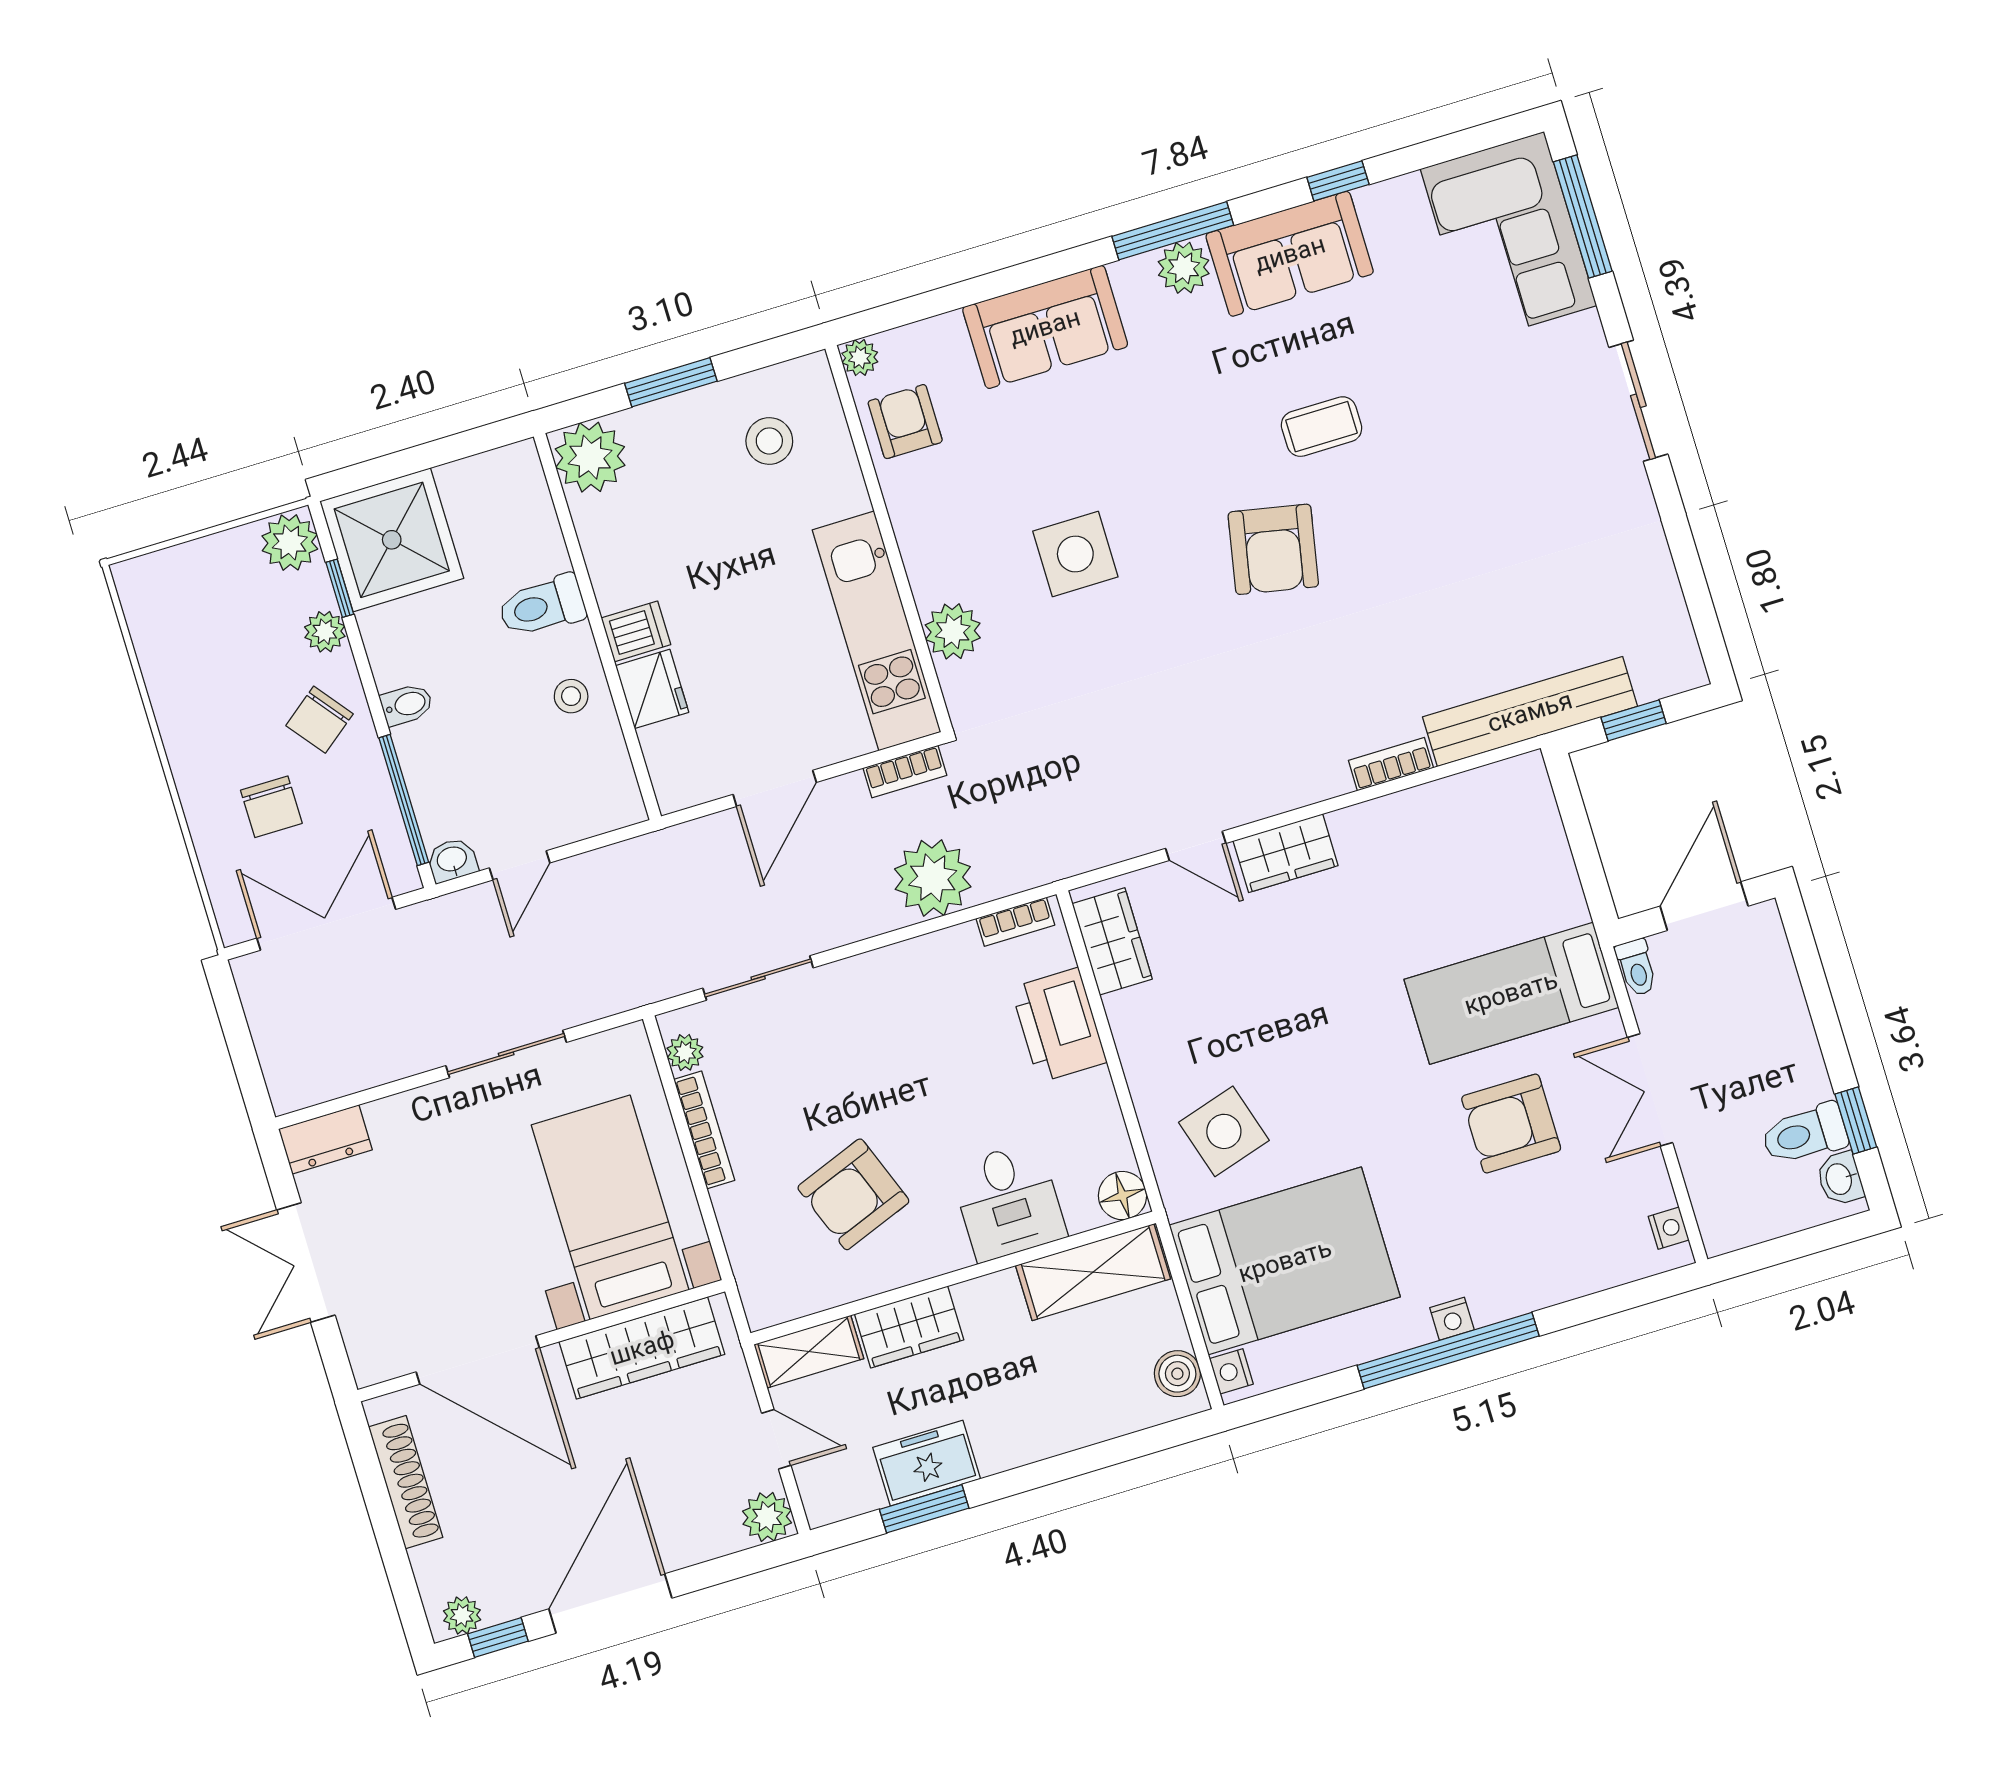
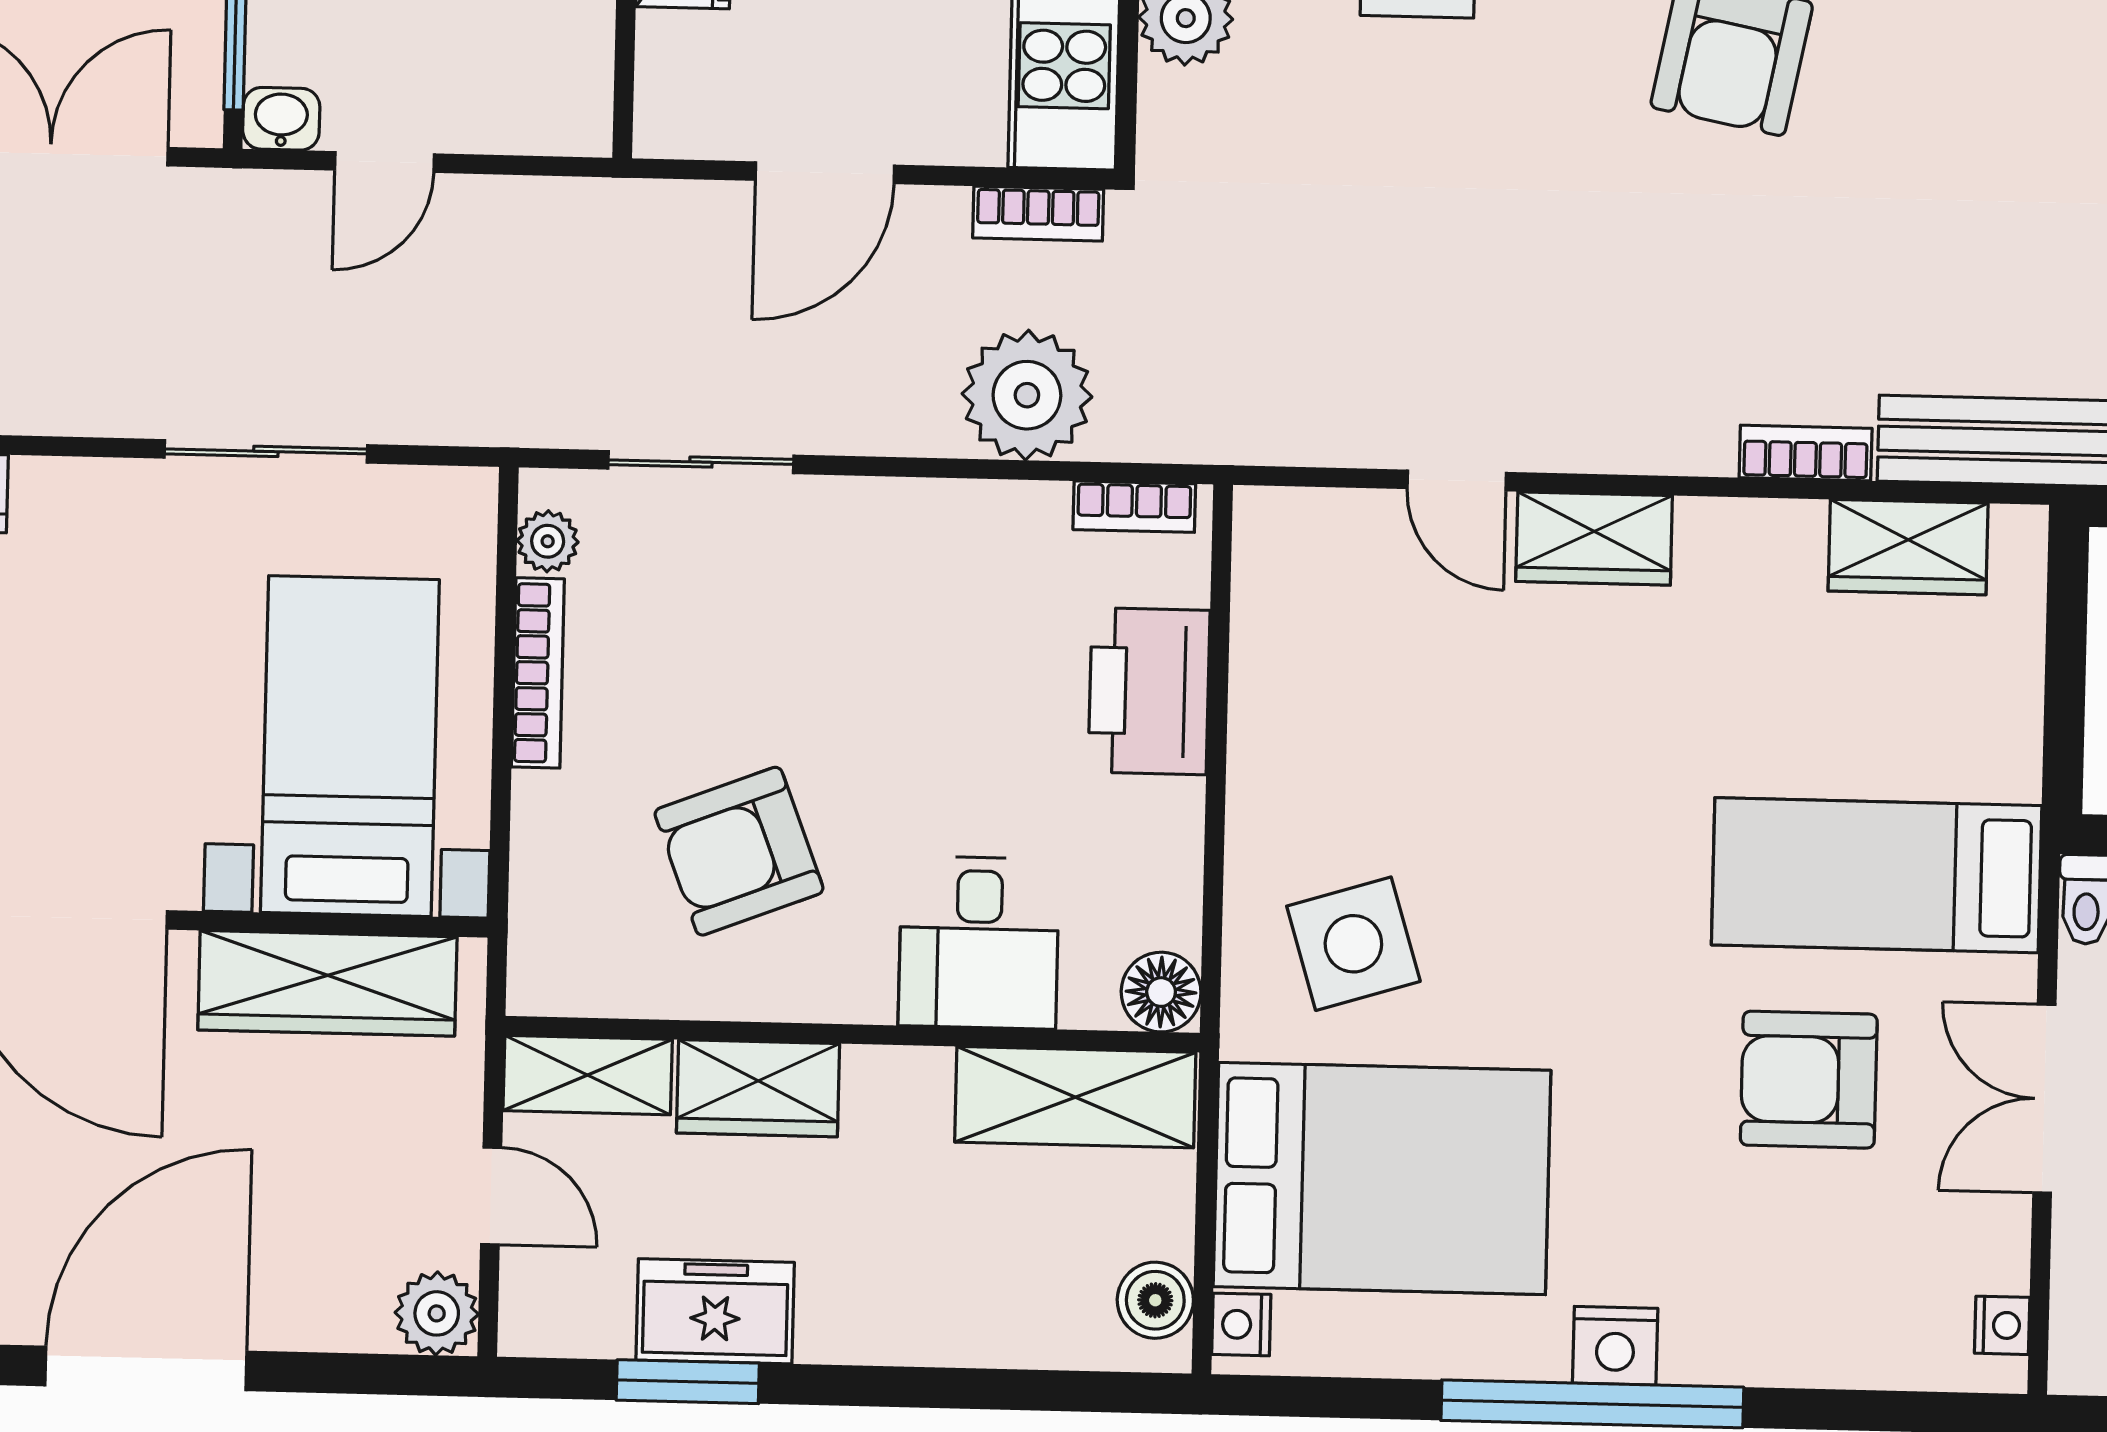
wardrobe: (1112, 941) -> (1908, 547), moved, turned 90
nightstand: (1452, 1319) -> (1615, 1346), width x1.39, depth x1.35

